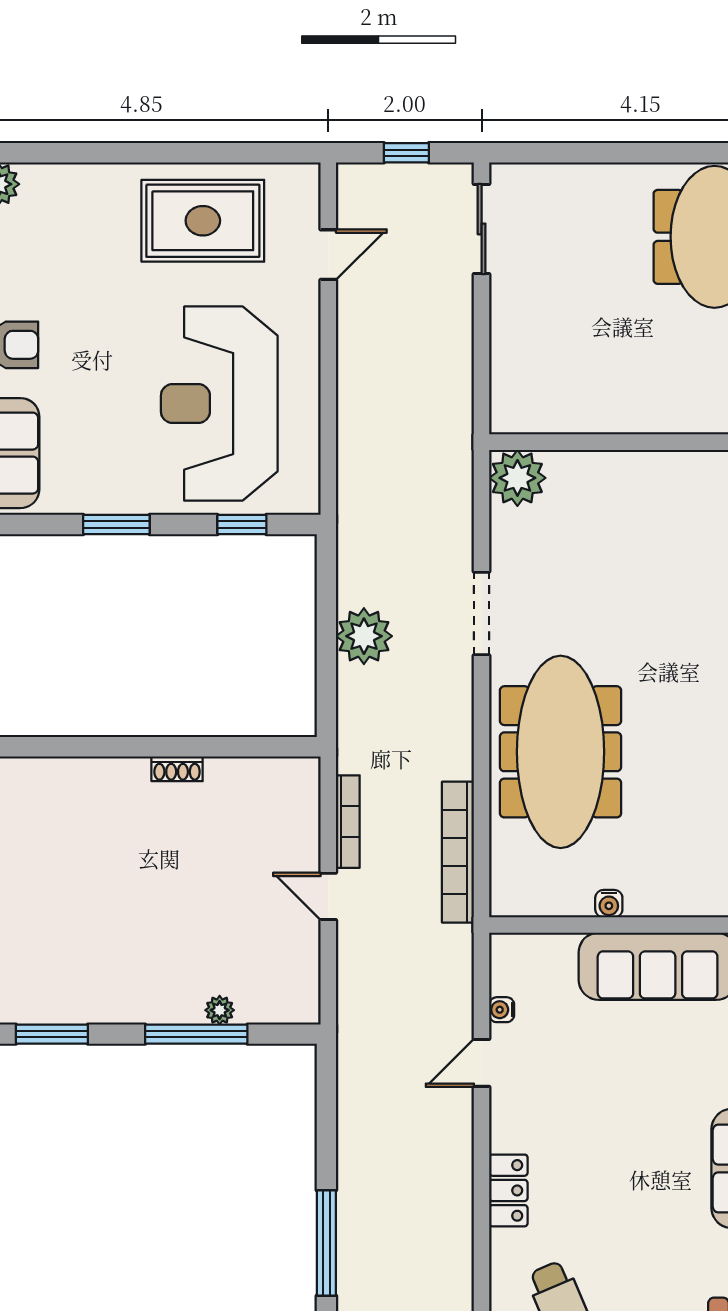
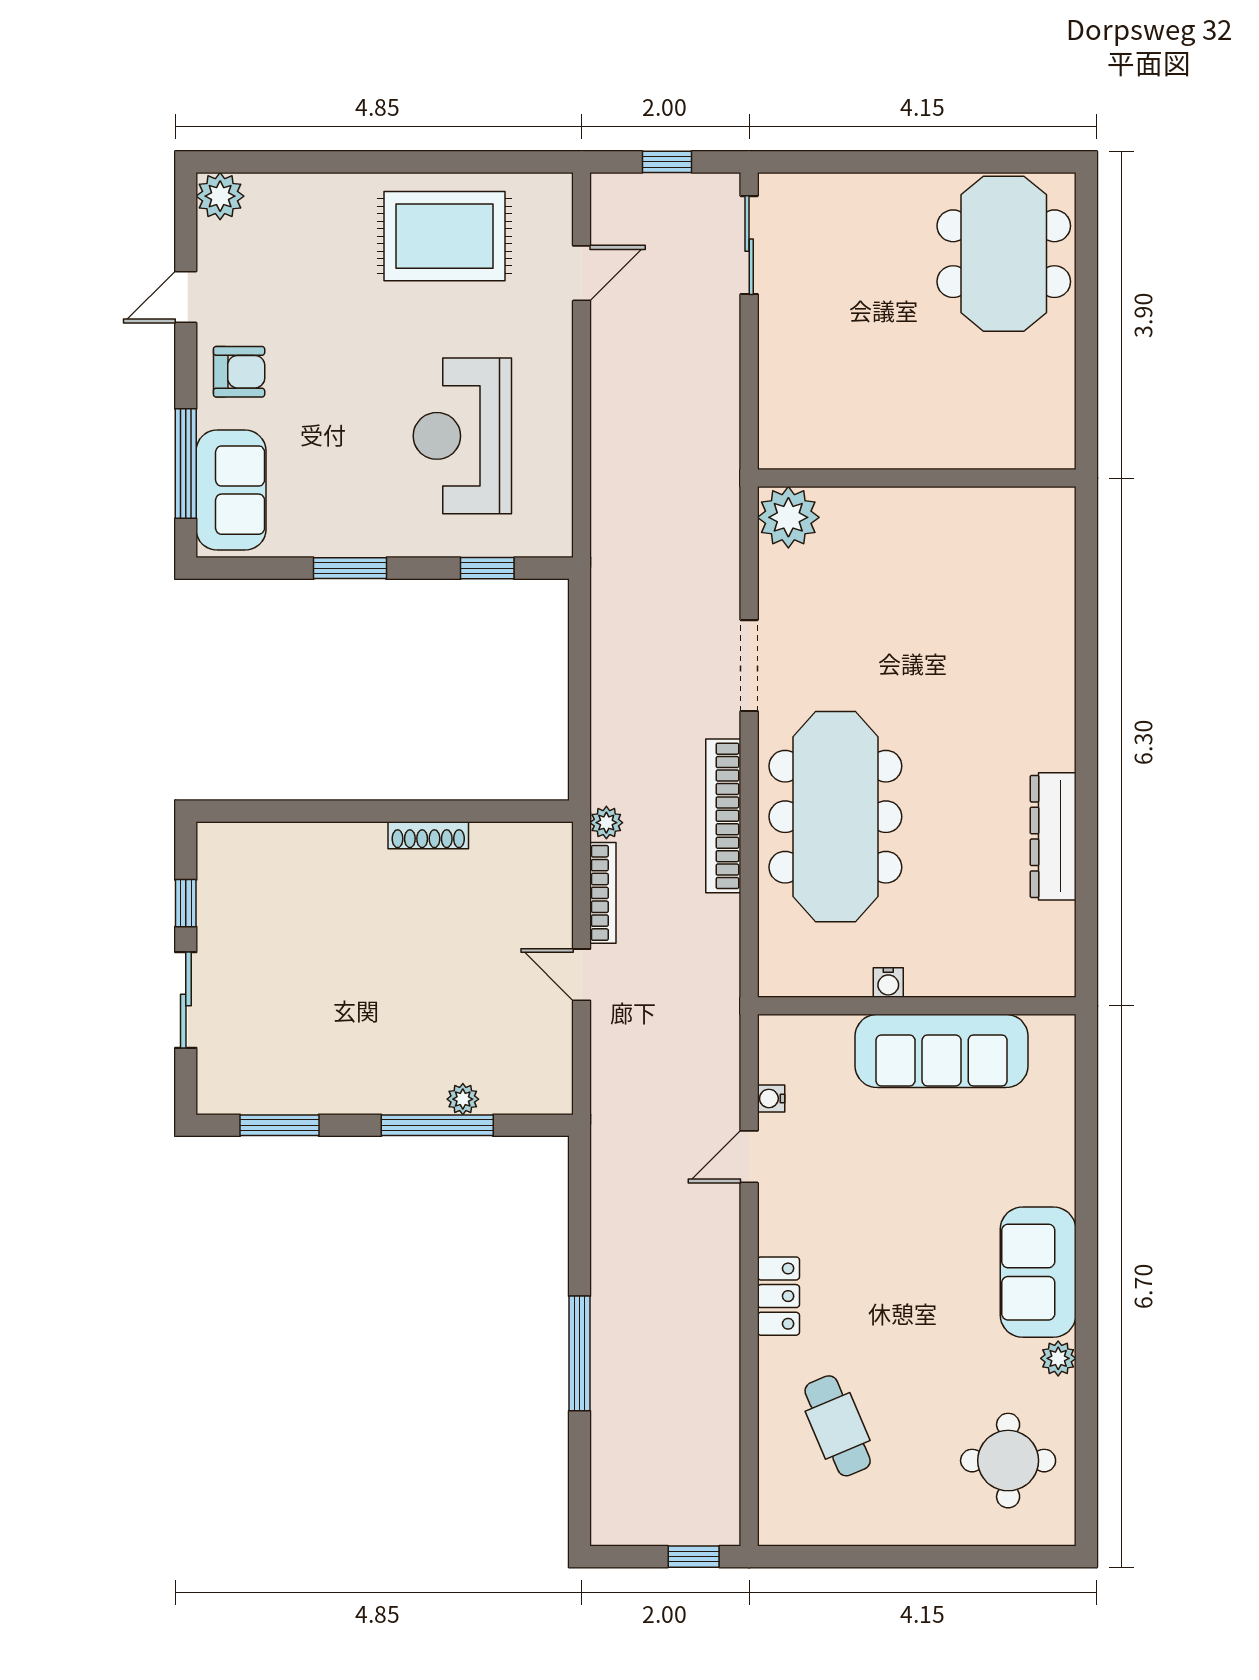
reception desk: (219, 404) -> (462, 436), width x0.74, depth x0.77
plant: (364, 636) -> (606, 823), moved, width x0.53, depth x0.53
shoe rack: (177, 769) -> (428, 835), width x1.43
bookcase: (458, 852) -> (723, 816), moved

